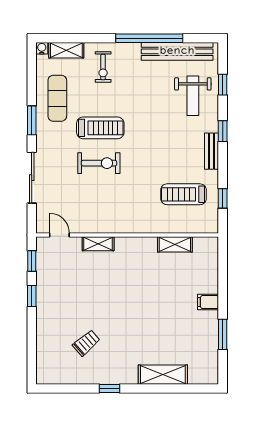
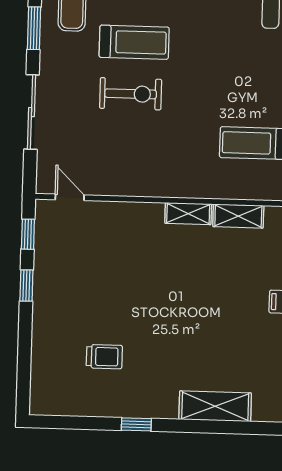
shelving: (98, 244) -> (188, 214), moved
trolley: (86, 343) -> (104, 357), turned 41

